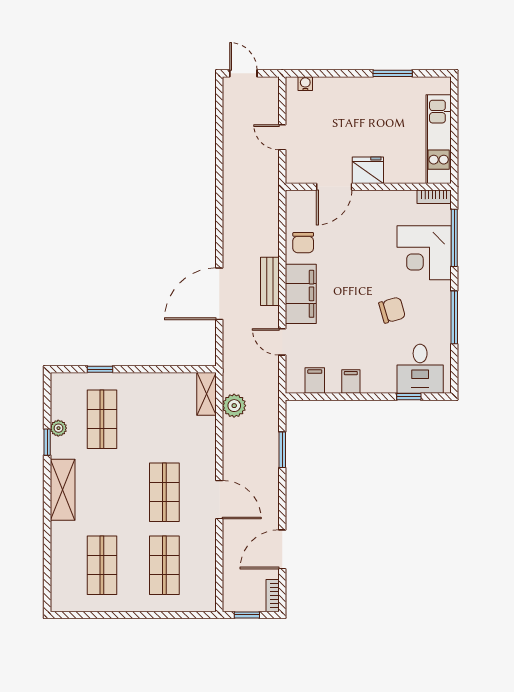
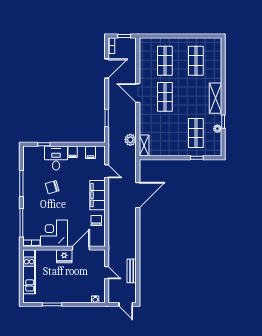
corner desk: (424, 253) -> (54, 233), moved, turned -90
bench: (270, 281) -> (132, 271), moved
desk: (420, 369) -> (56, 158), moved

